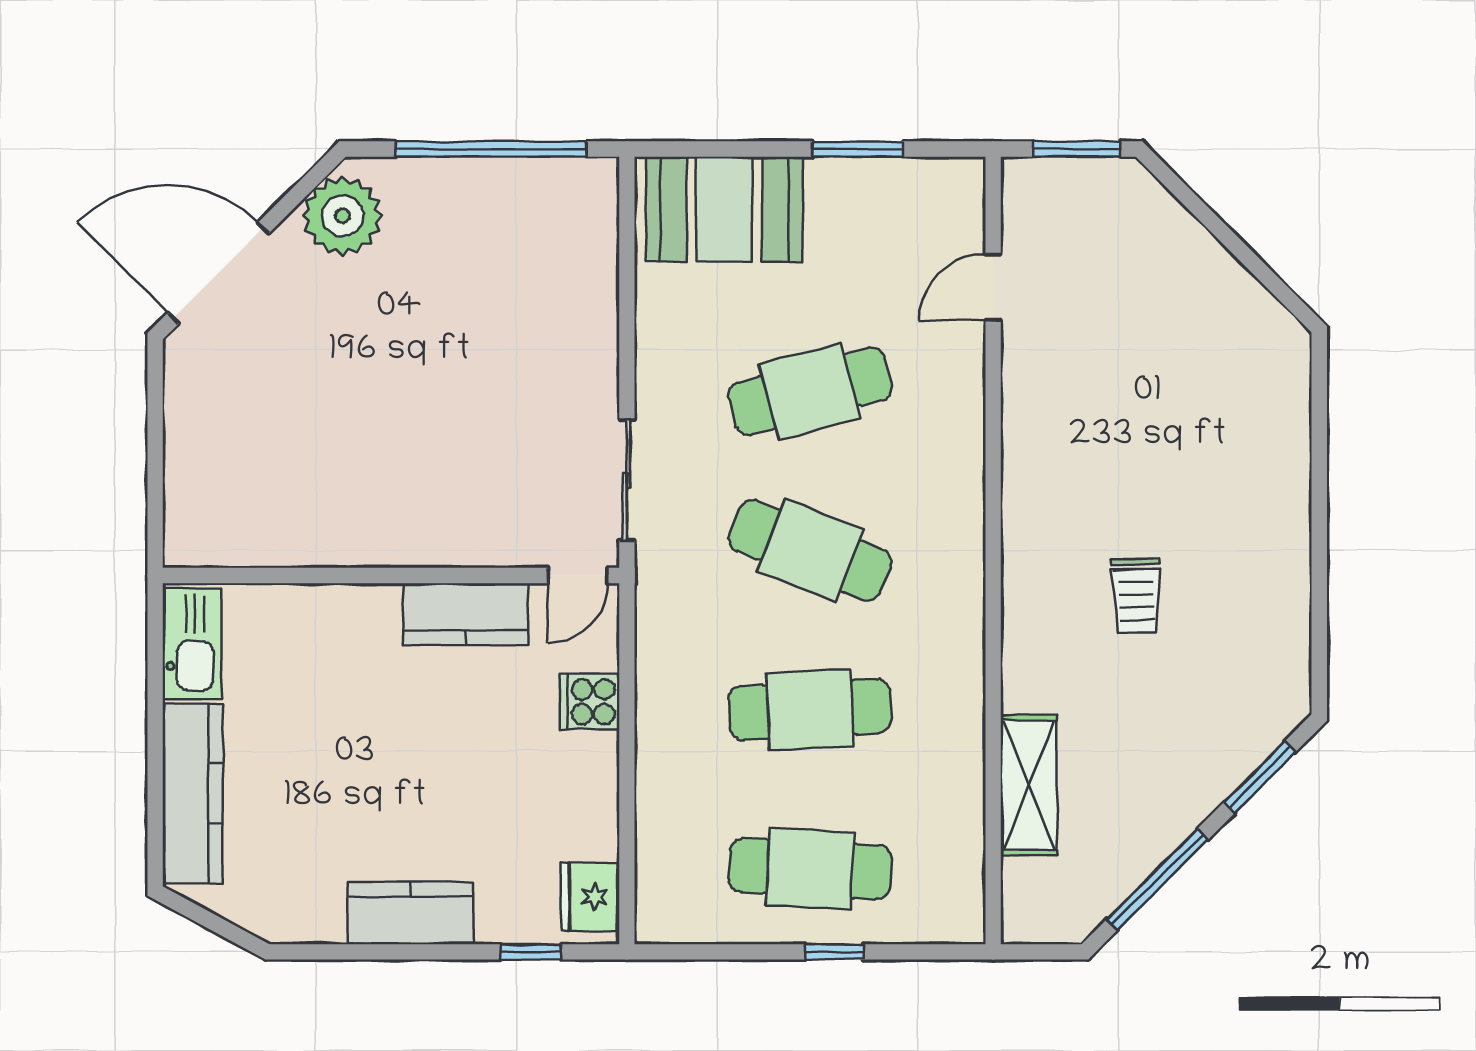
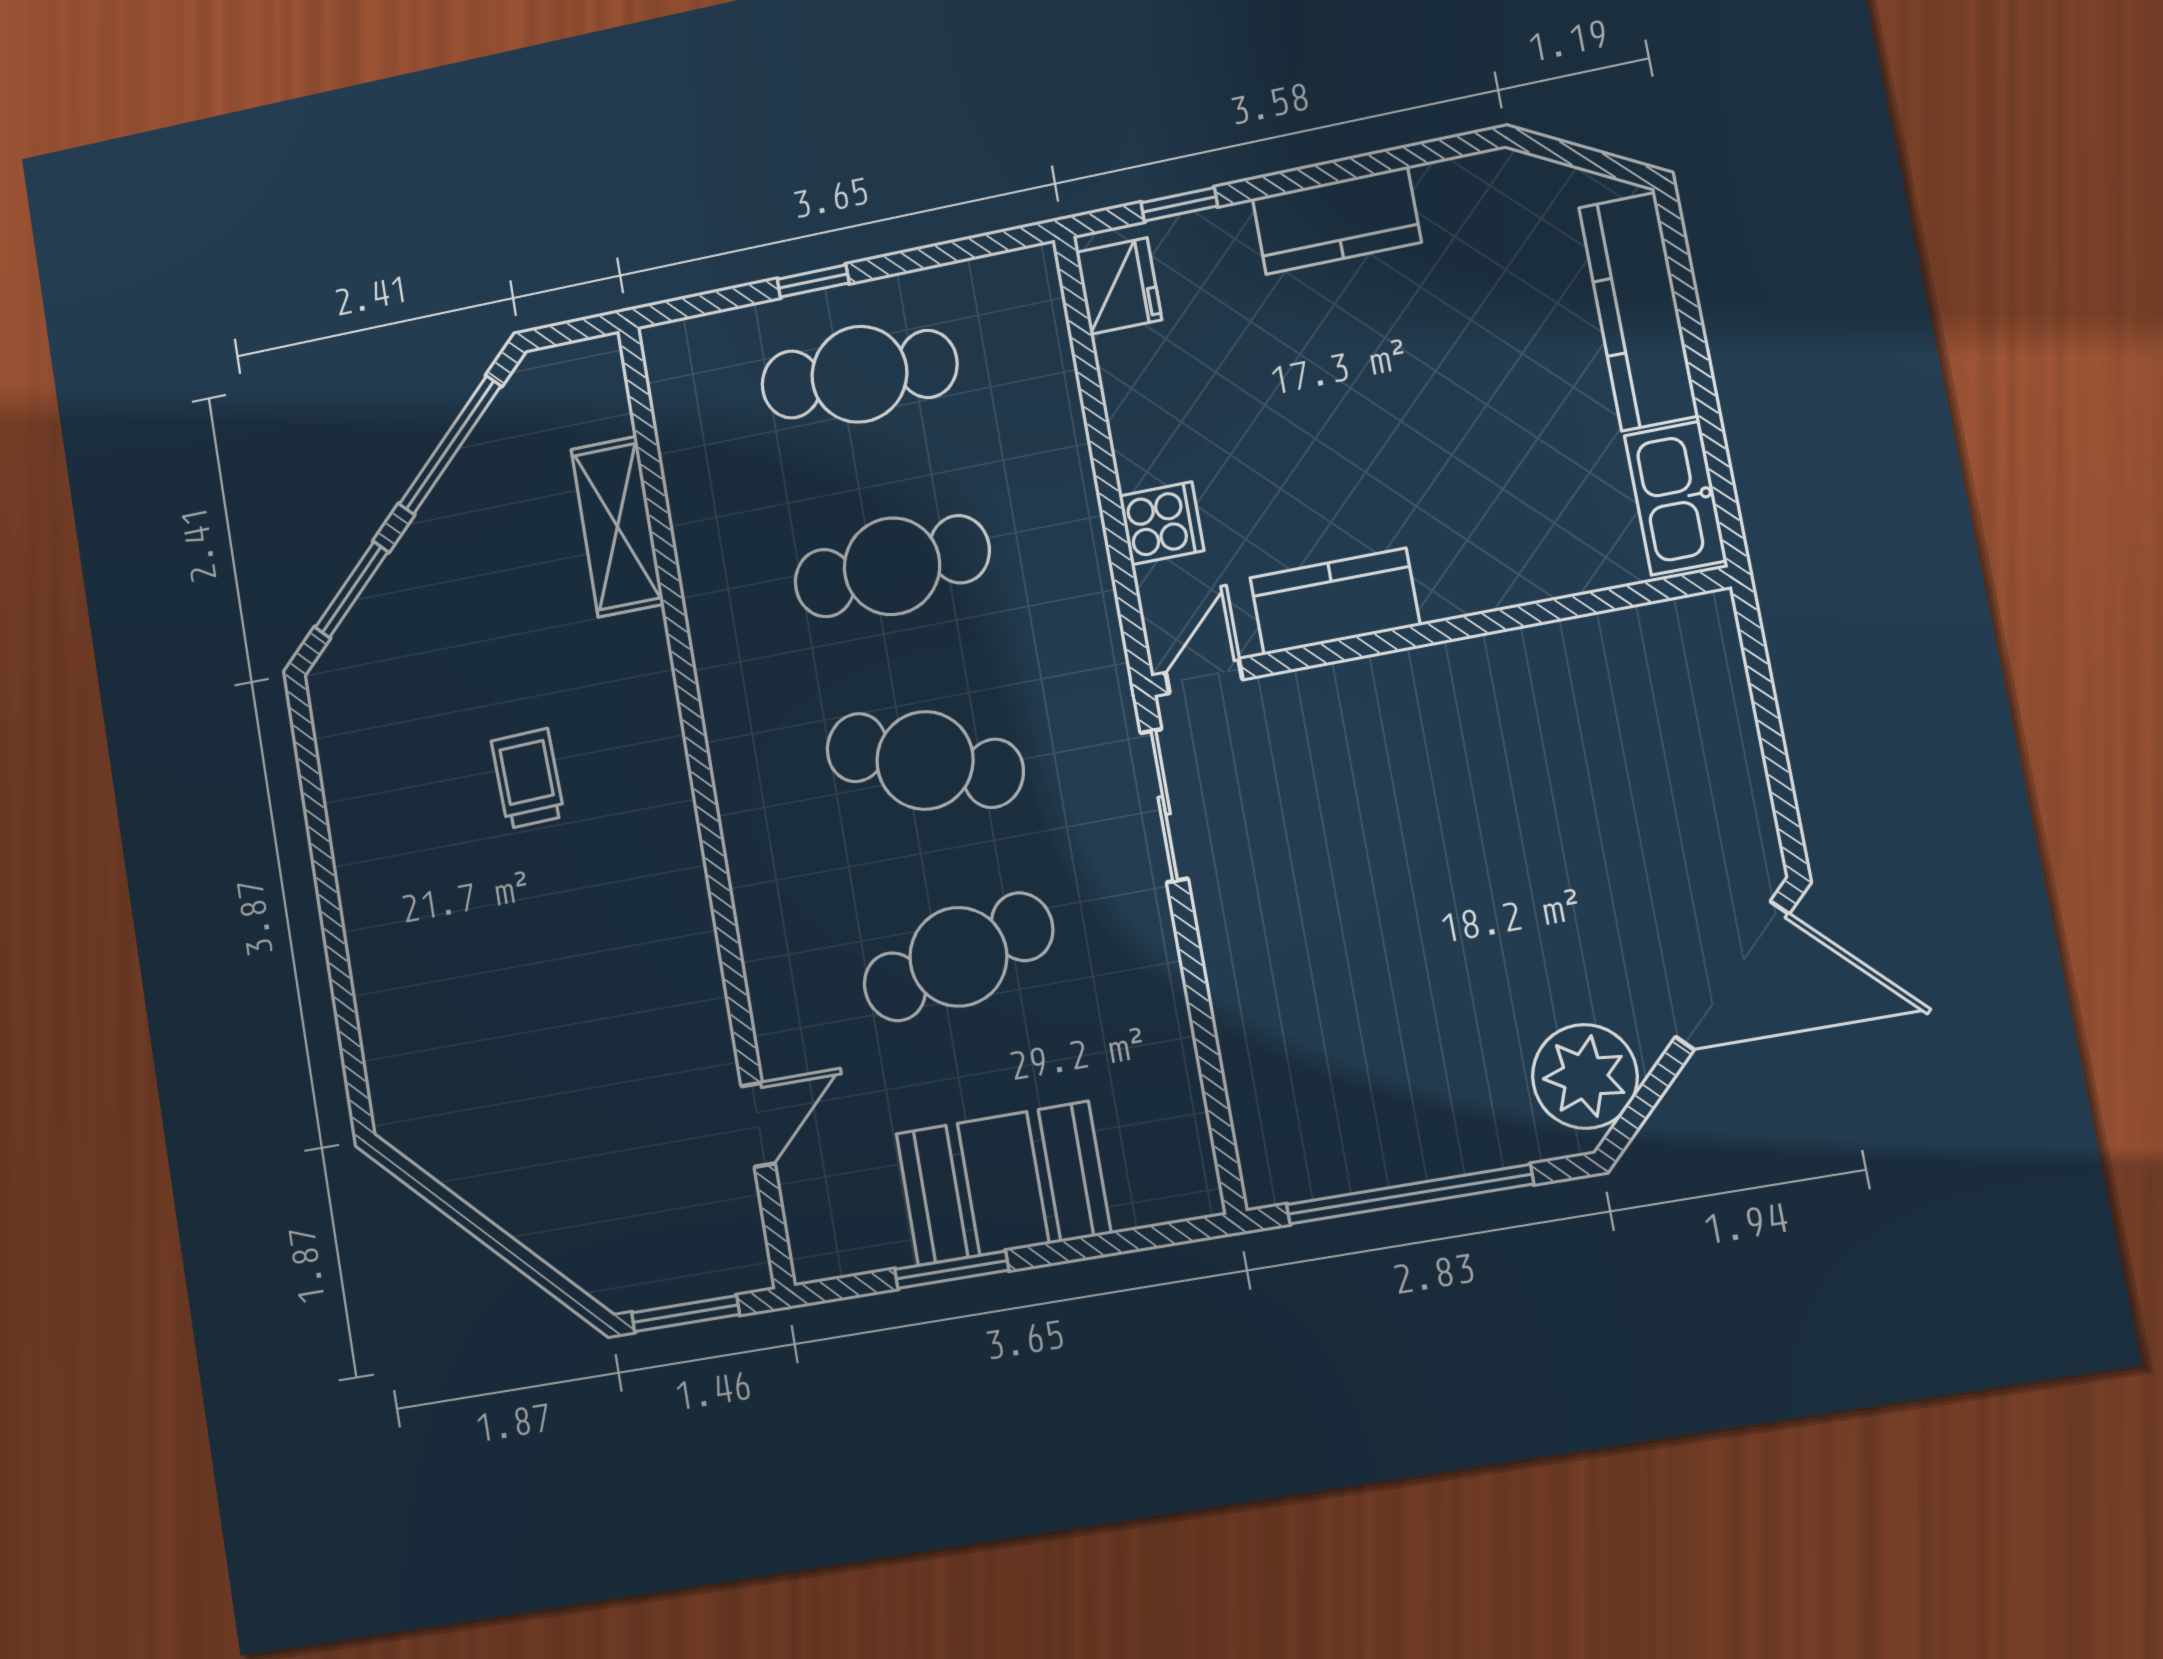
booth: (724, 209) -> (1003, 1183), moved

